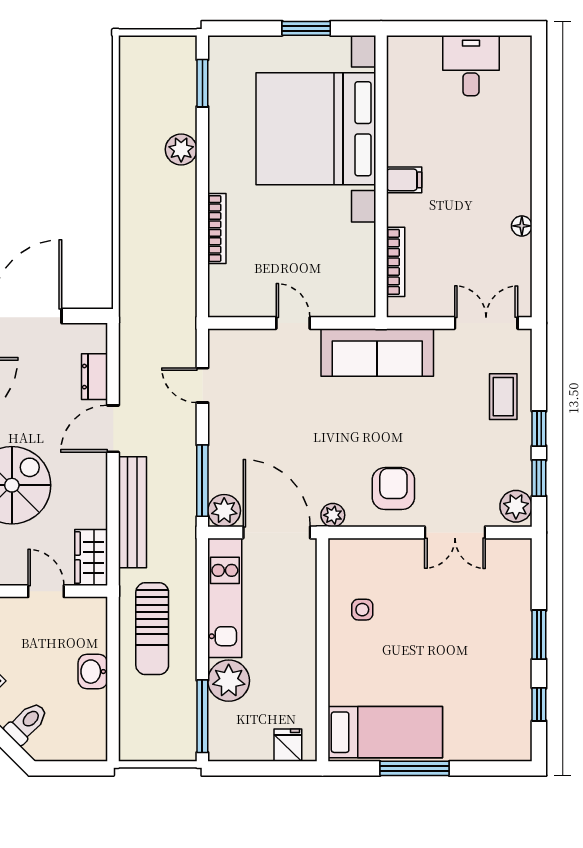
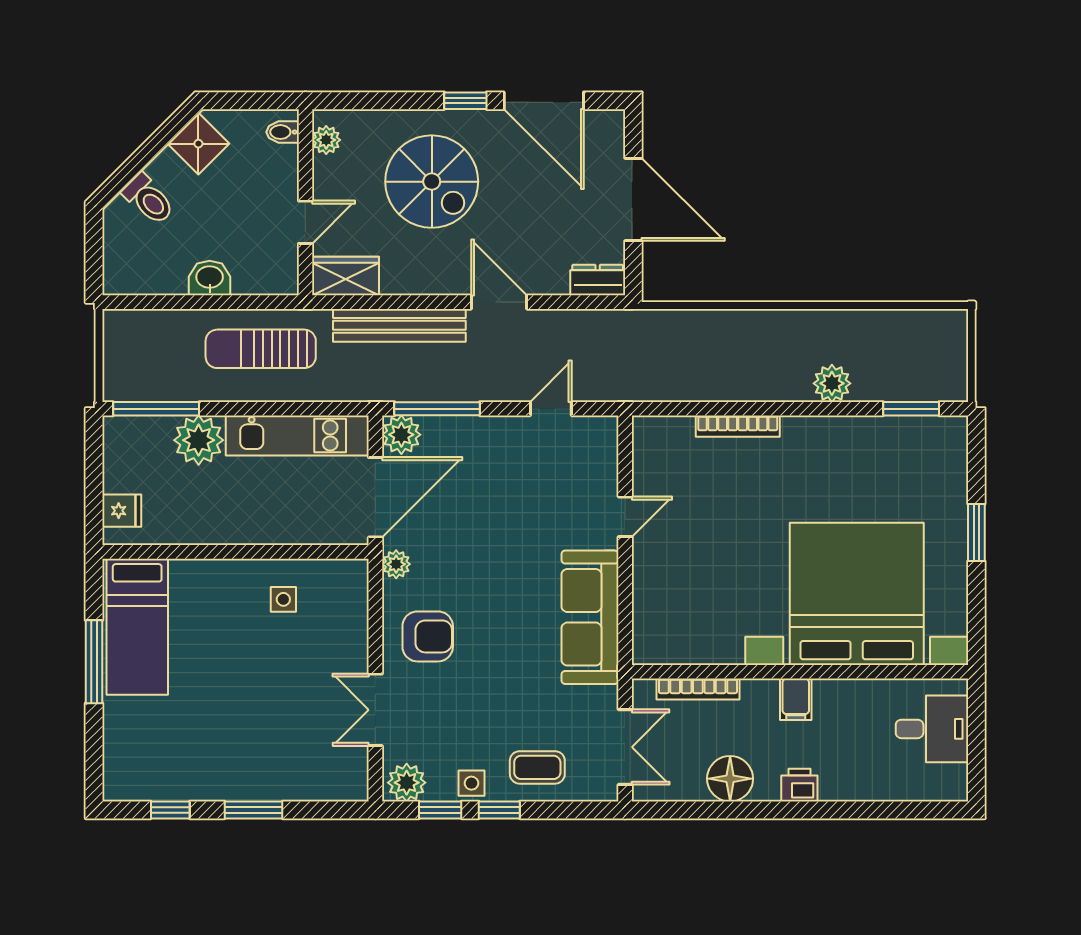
bed with nightstands: (316, 129) -> (857, 594), moved
wall: (381, 176) -> (800, 672), moved
printer: (518, 177) -> (799, 785), added
filing cabinet: (404, 180) -> (796, 699), moved
floor lamp: (522, 226) -> (730, 779), width x1.89, depth x1.89
bookcase: (396, 262) -> (698, 689), moved
dresser: (94, 377) -> (598, 280), moved
side table: (516, 452) -> (471, 783), added

